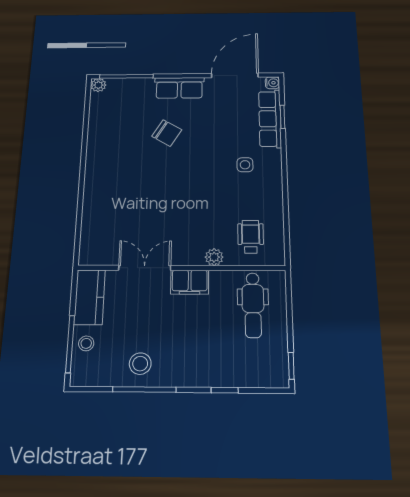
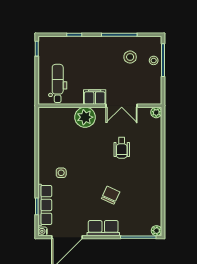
chair: (167, 133) -> (111, 195), turned 84
wheelchair: (251, 237) -> (122, 148), moved
plant: (87, 257) -> (156, 112), added
plant: (214, 257) -> (85, 117), width x1.87, depth x1.87
kitchen counter: (90, 297) -> (153, 88), removed
stool: (140, 364) -> (130, 57), moved

